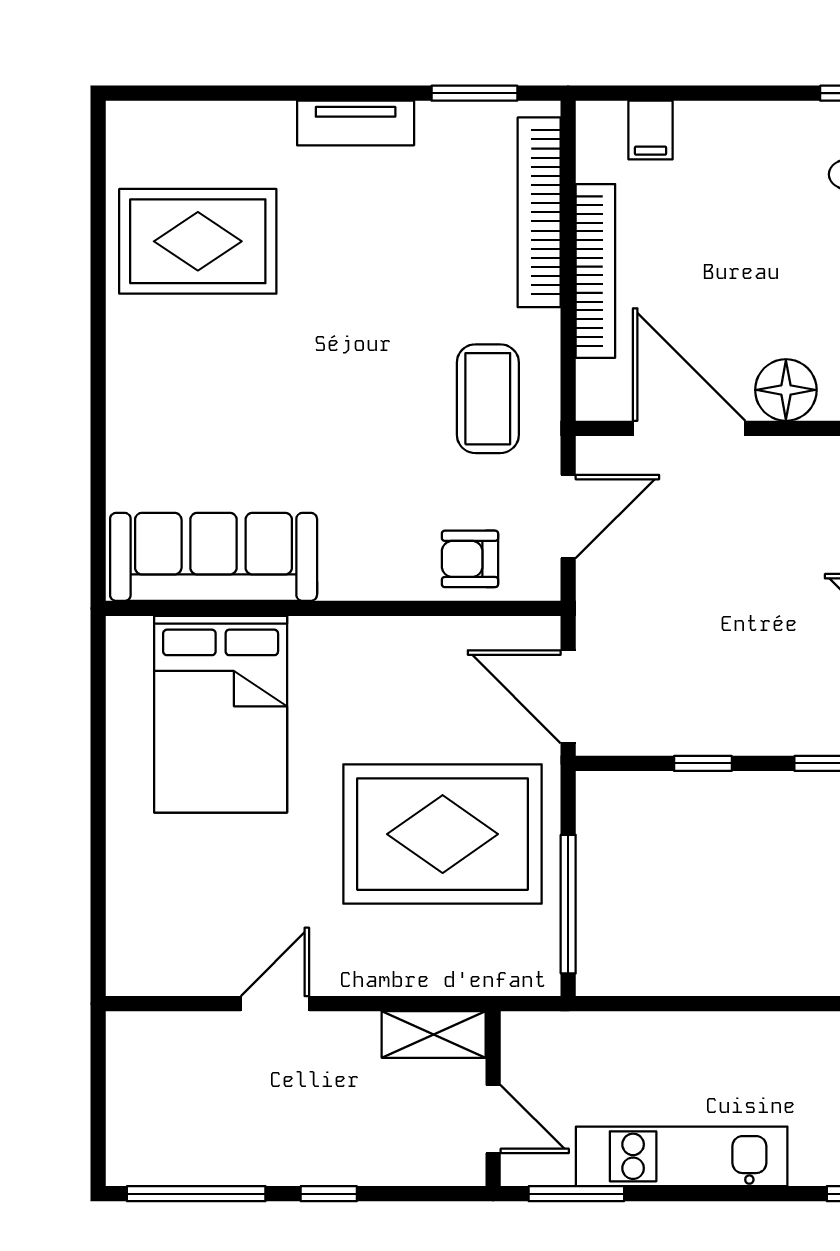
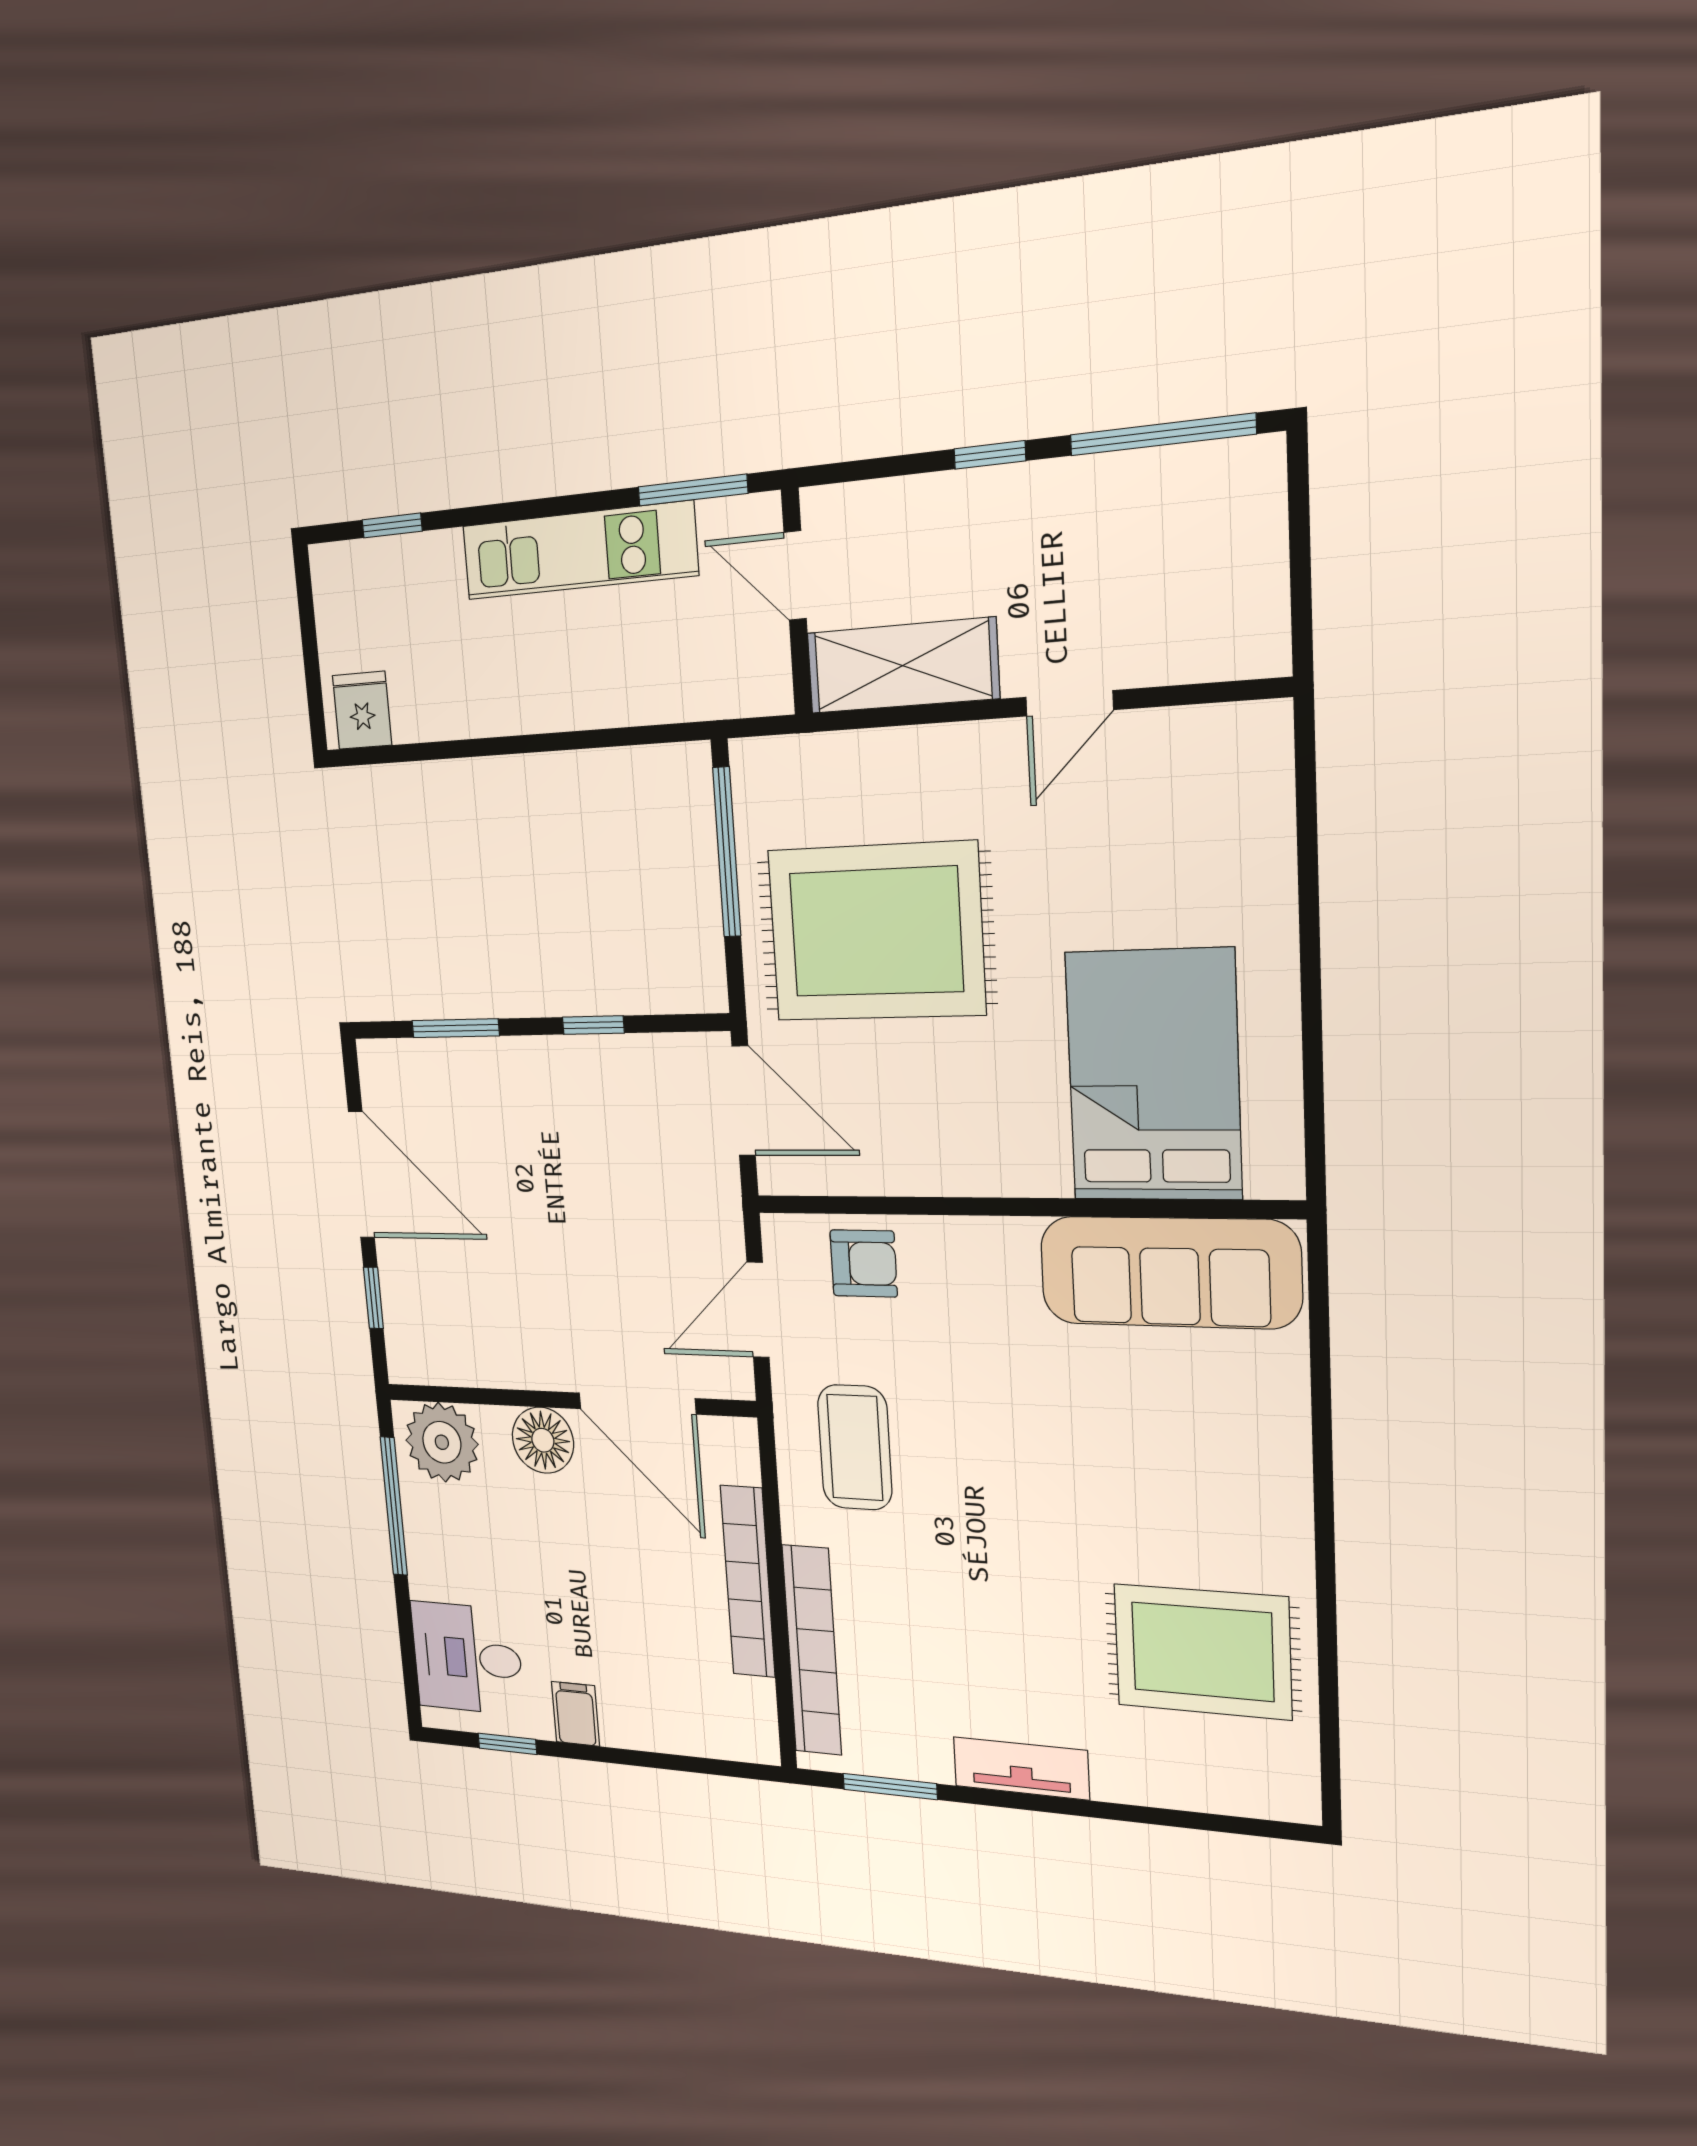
filing cabinet: (651, 130) -> (575, 1714), moved
shelving: (434, 1034) -> (902, 666), width x1.50, depth x1.33

